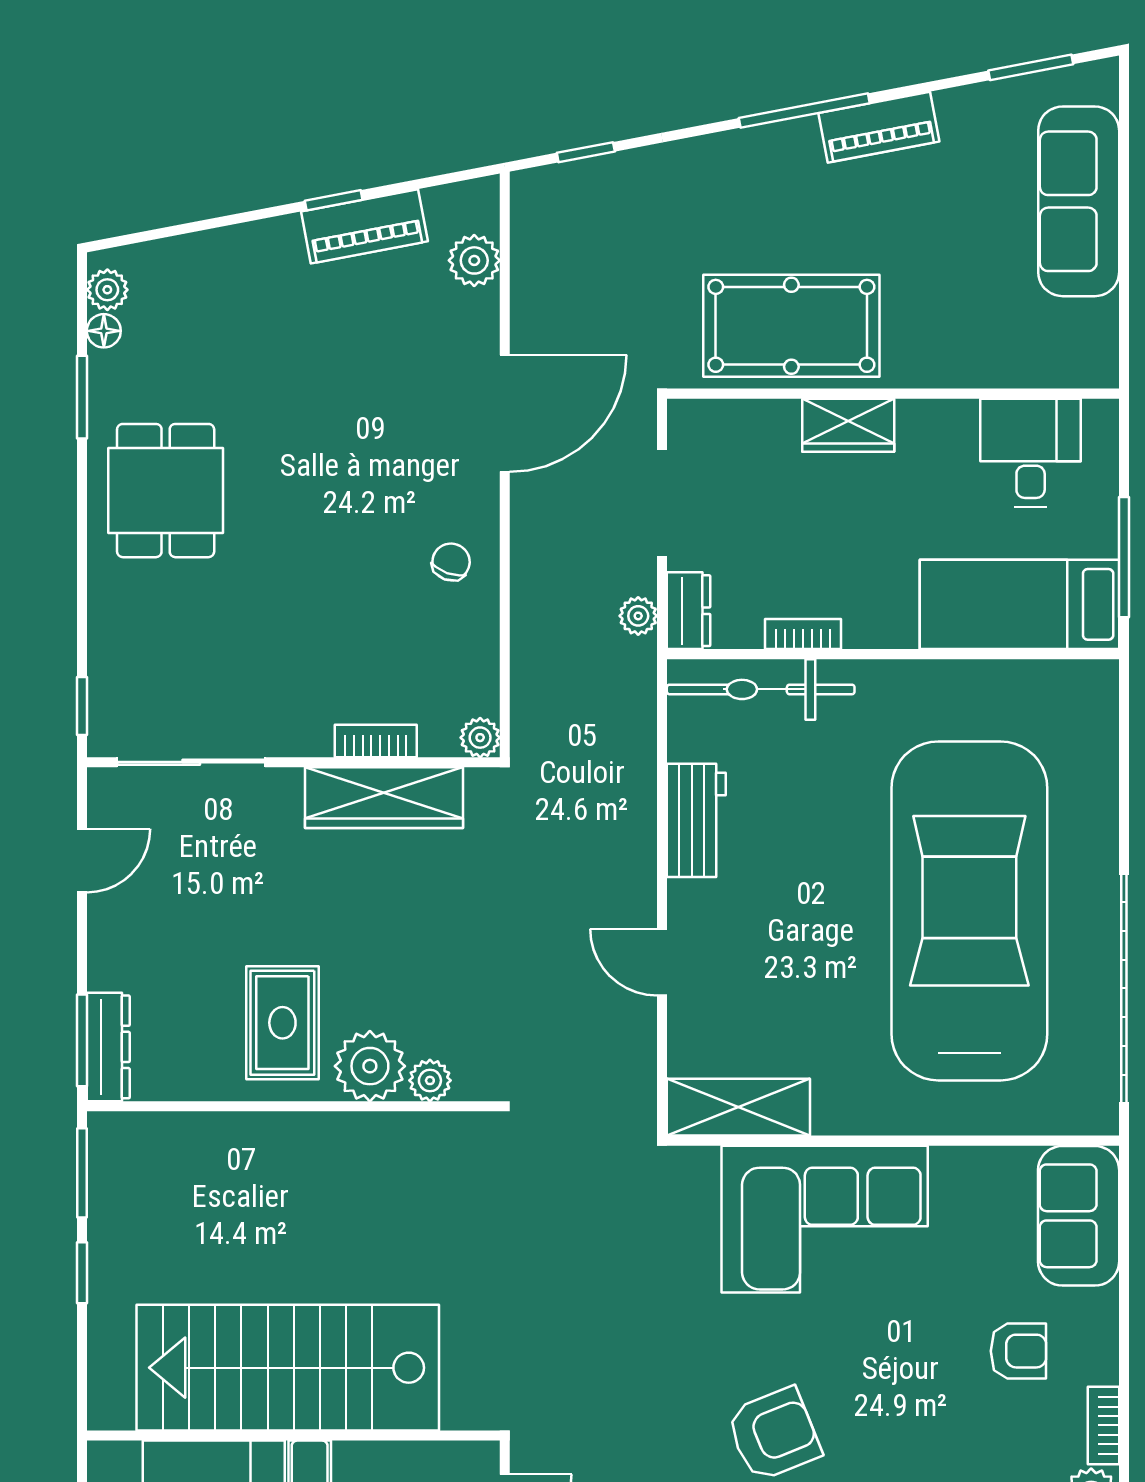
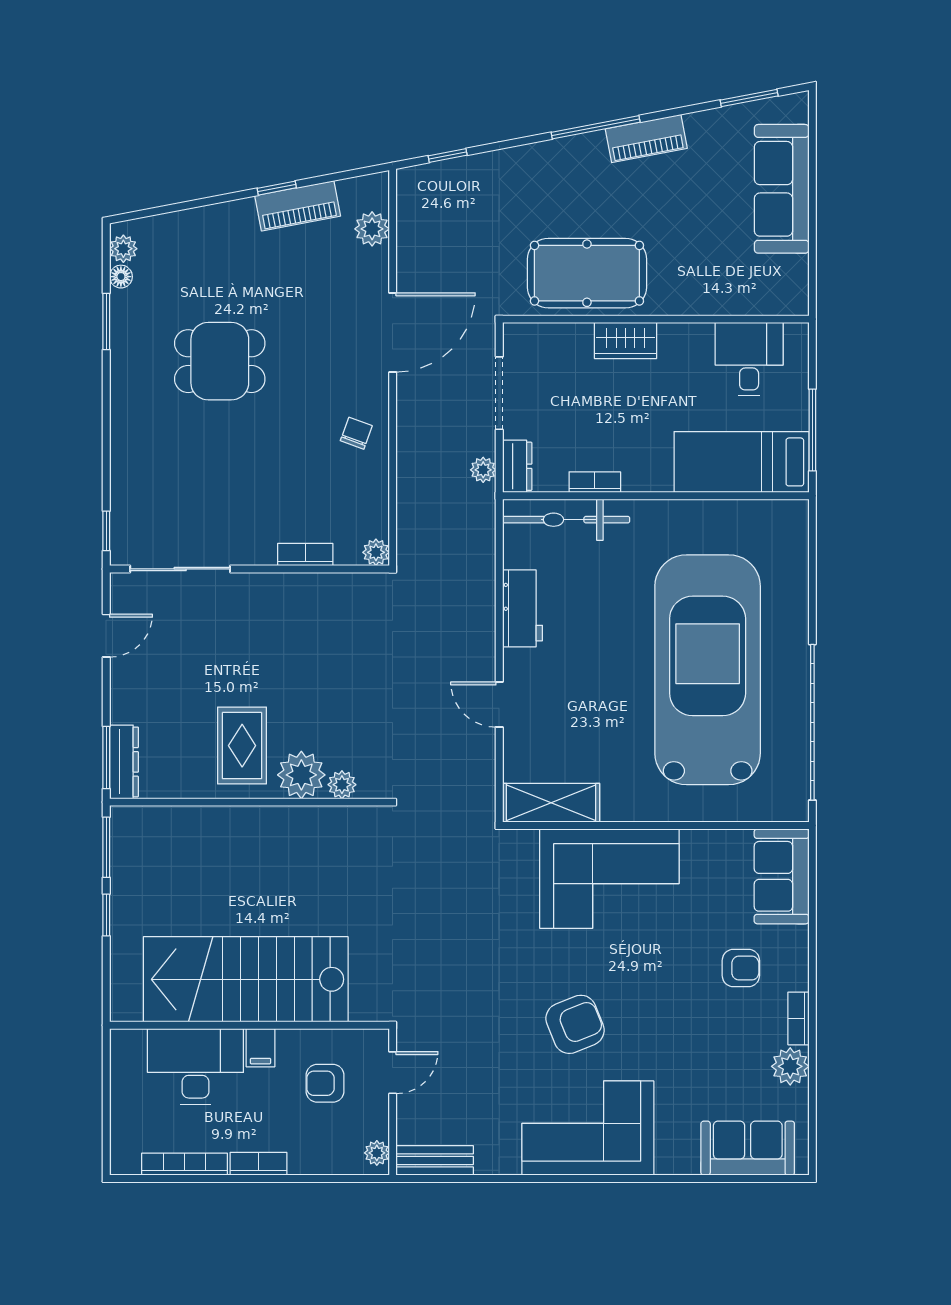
dining table: (166, 491) -> (220, 361), moved, turned 90
wardrobe: (384, 798) -> (311, 593), removed

